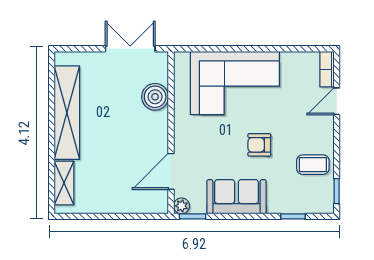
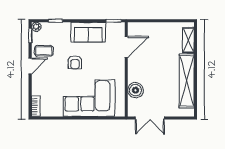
door: (337, 101) -> (30, 66), moved
armchair: (259, 145) -> (75, 62), turned 90
plant: (181, 206) -> (36, 27), moved

